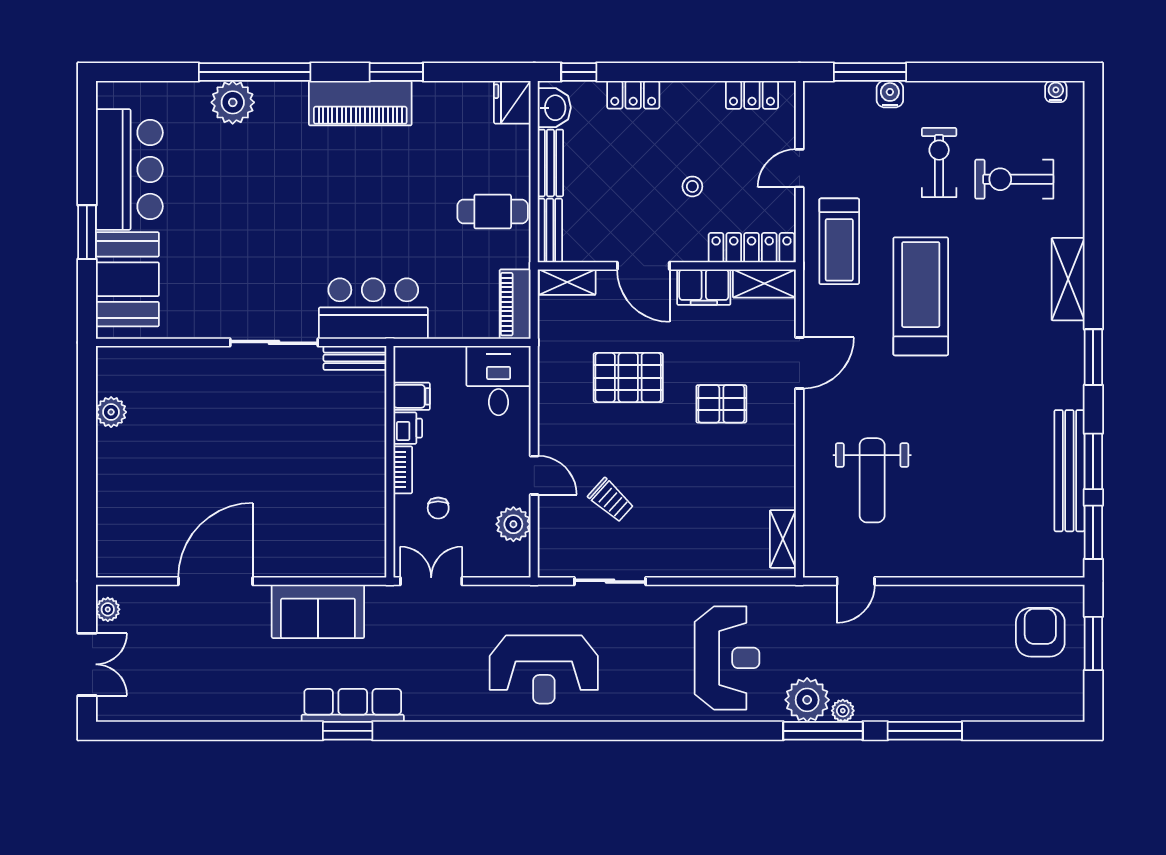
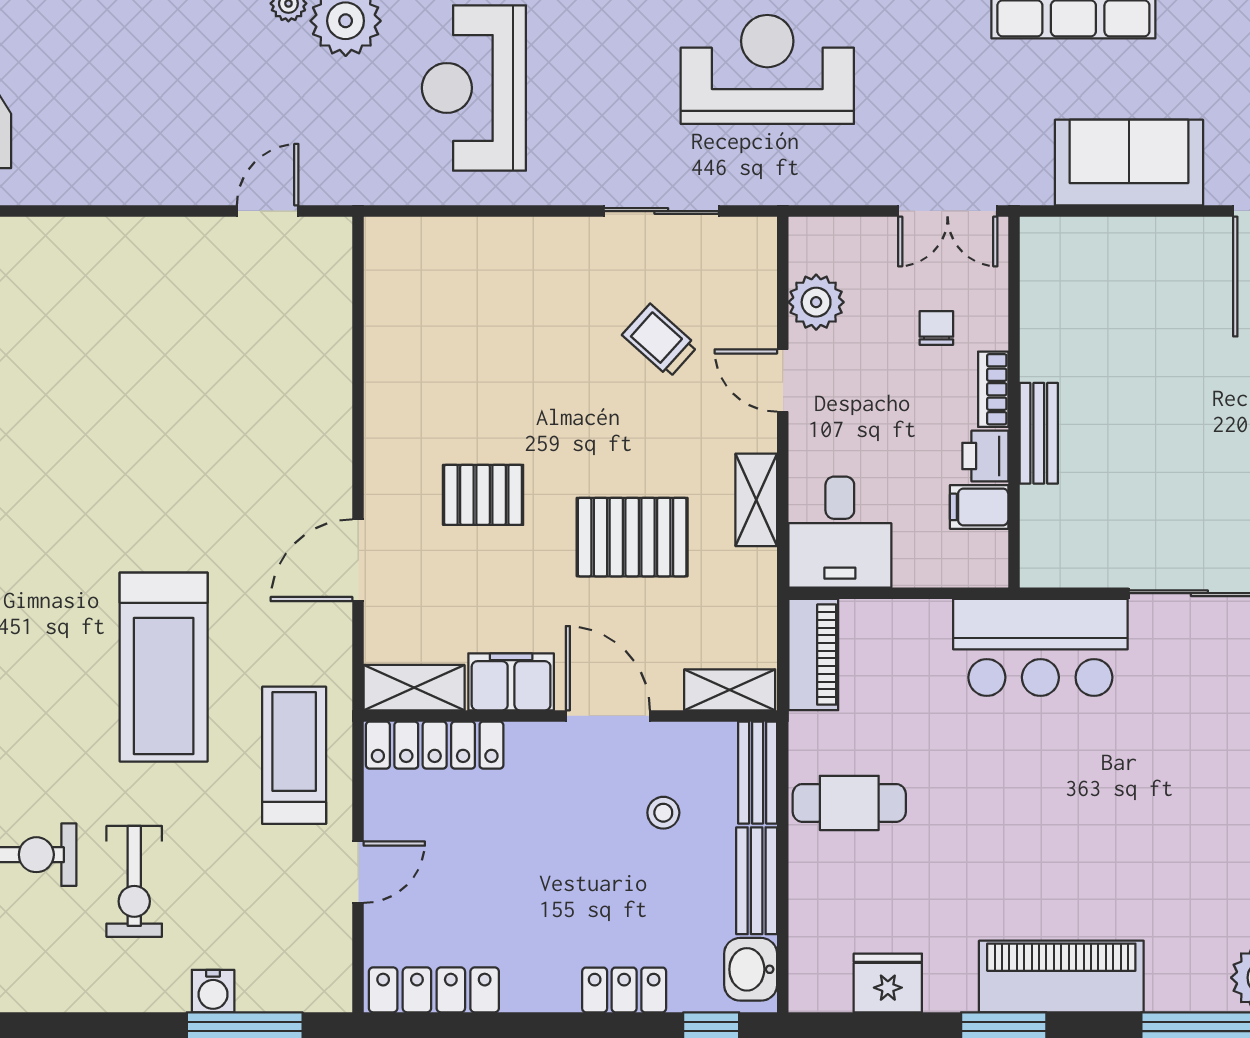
locker: (752, 95) -> (434, 990), width x1.53
fridge: (512, 102) -> (888, 983), moved, turned -90
stool: (692, 186) -> (663, 813), moved
bench: (355, 358) -> (1039, 433), moved, turned 90
weight bench: (872, 480) -> (241, 372), removed
shelving: (783, 539) -> (756, 500), moved

